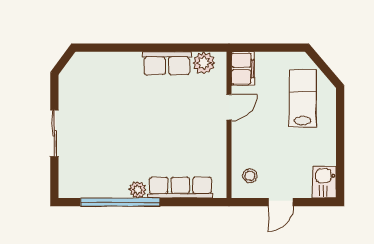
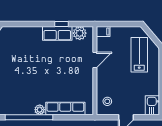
window: (174, 48) -> (62, 24), added
filing cabinet: (243, 69) -> (103, 32), width x0.50

